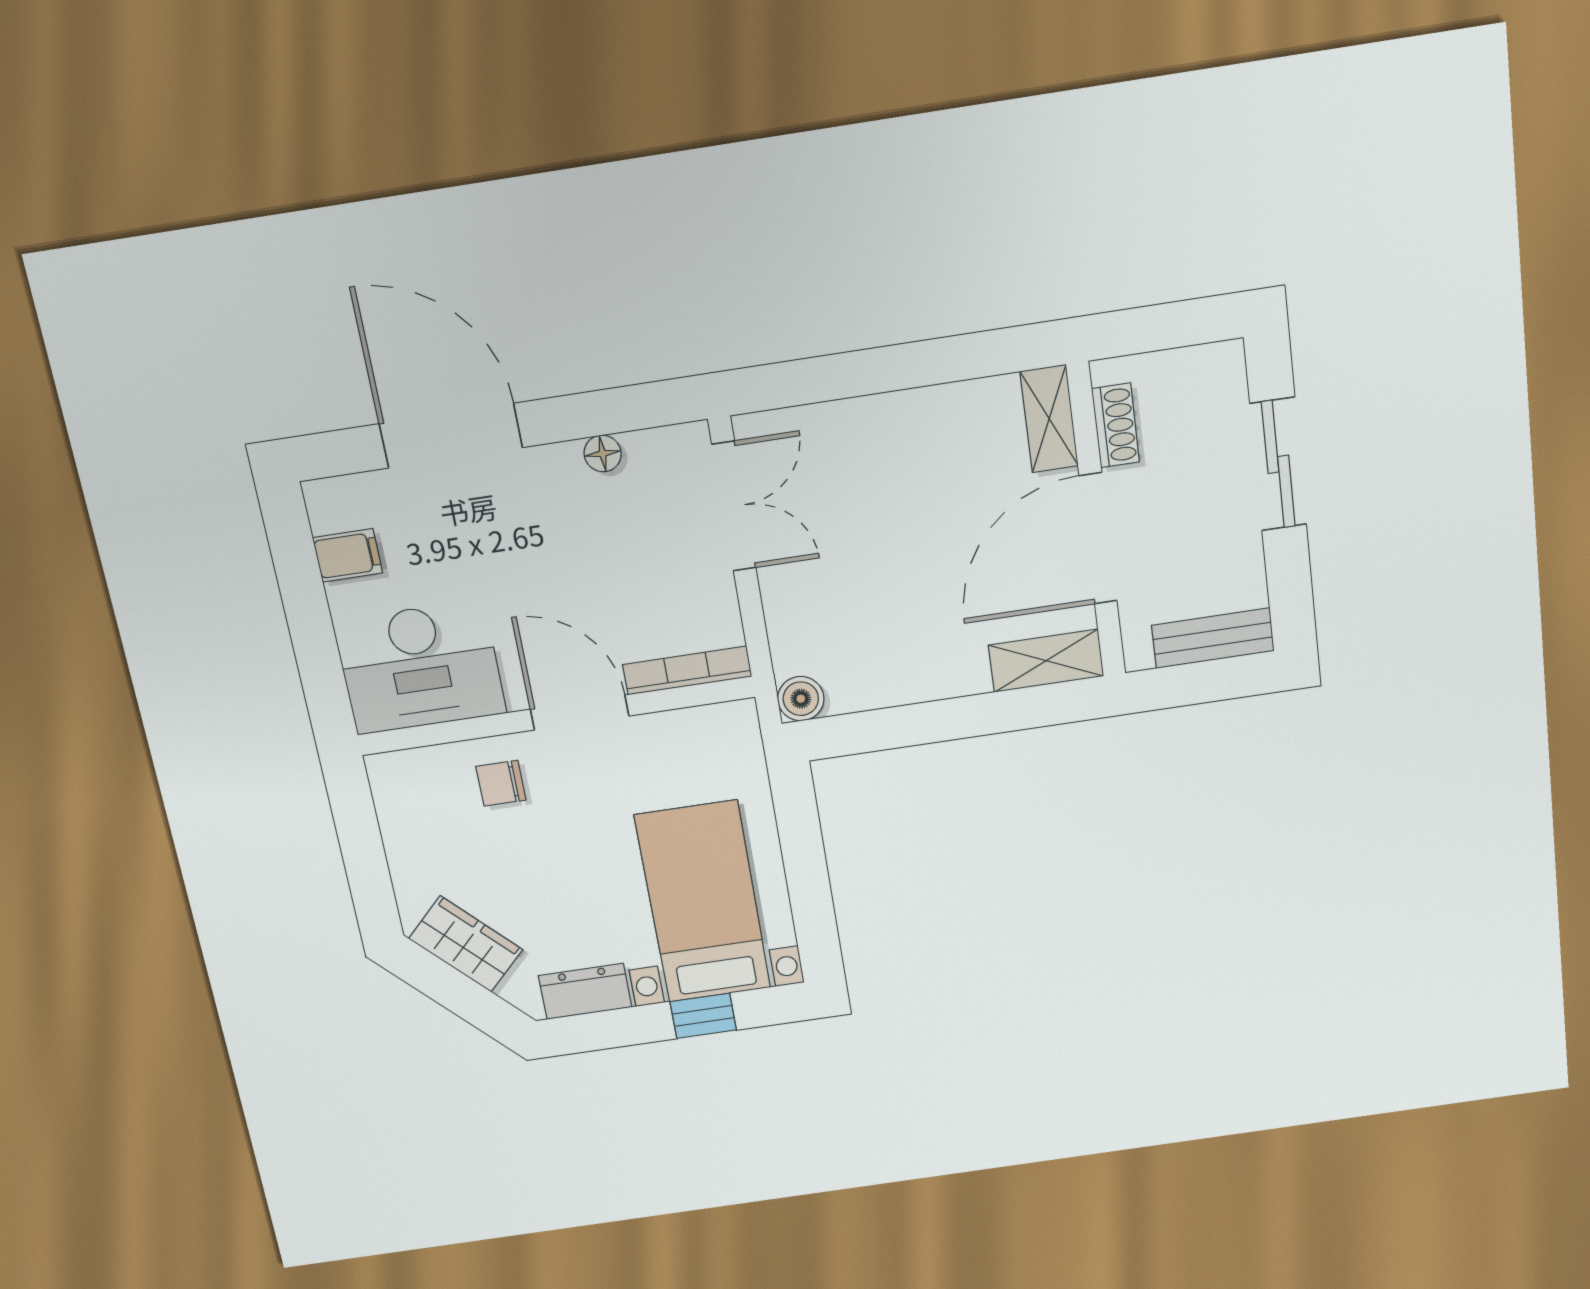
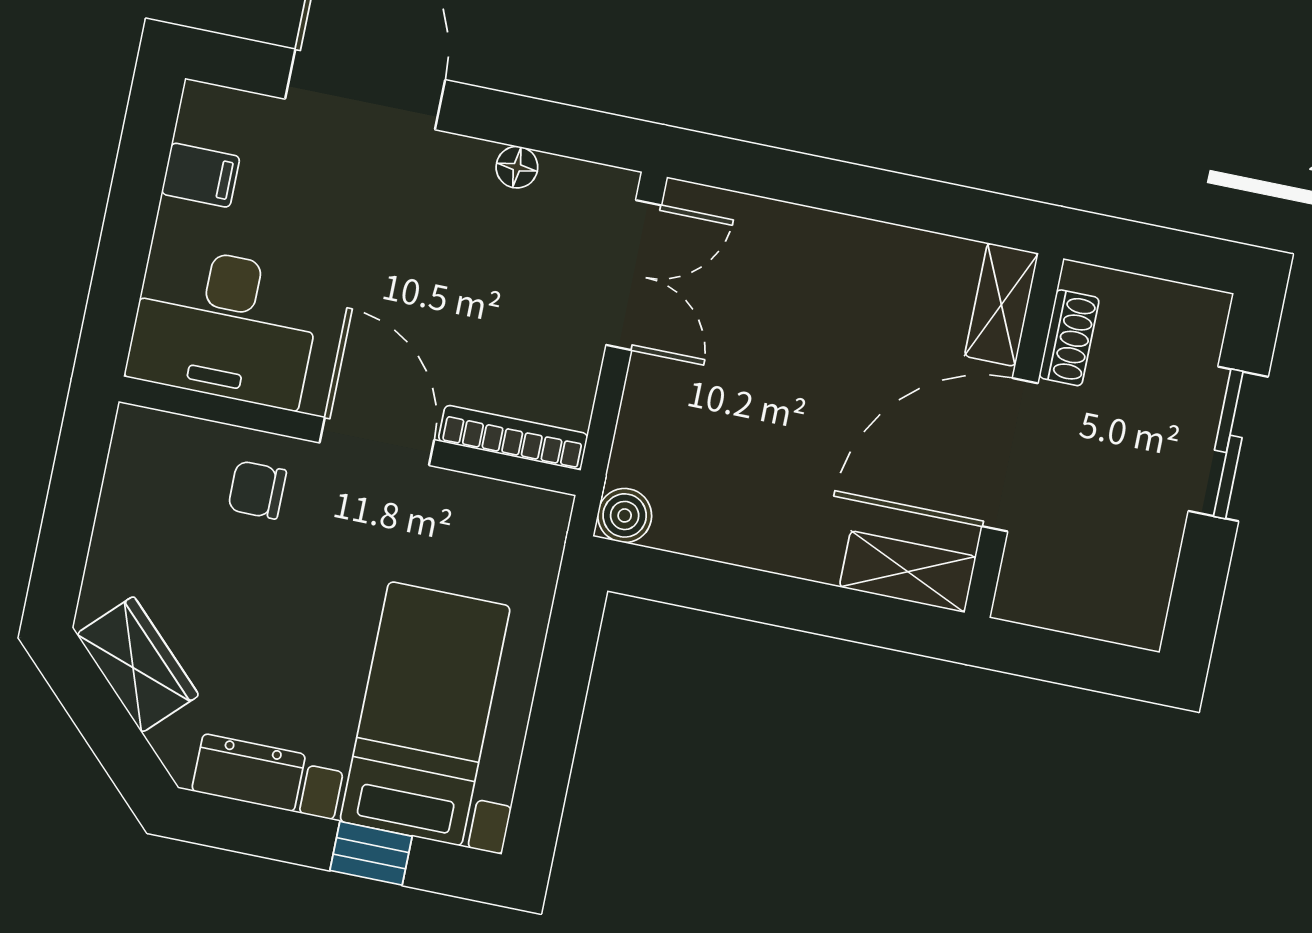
bench: (1213, 638) -> (1098, 613), removed

